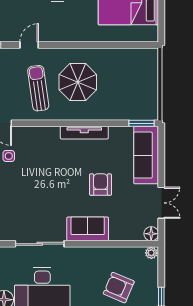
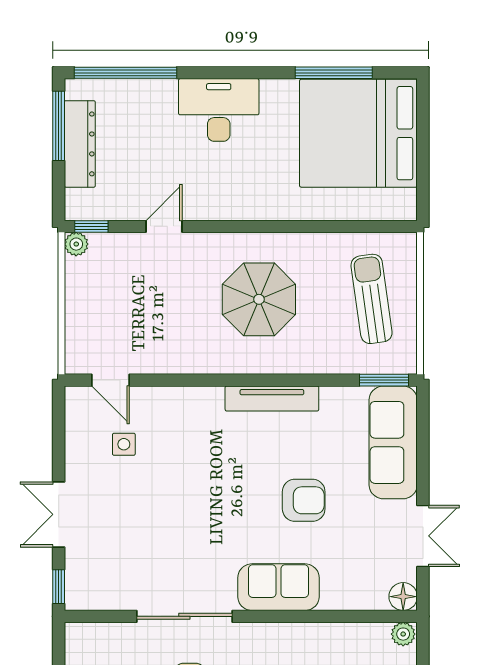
sun lounger: (38, 88) -> (372, 299), moved
armchair: (101, 185) -> (304, 500), turned 90

